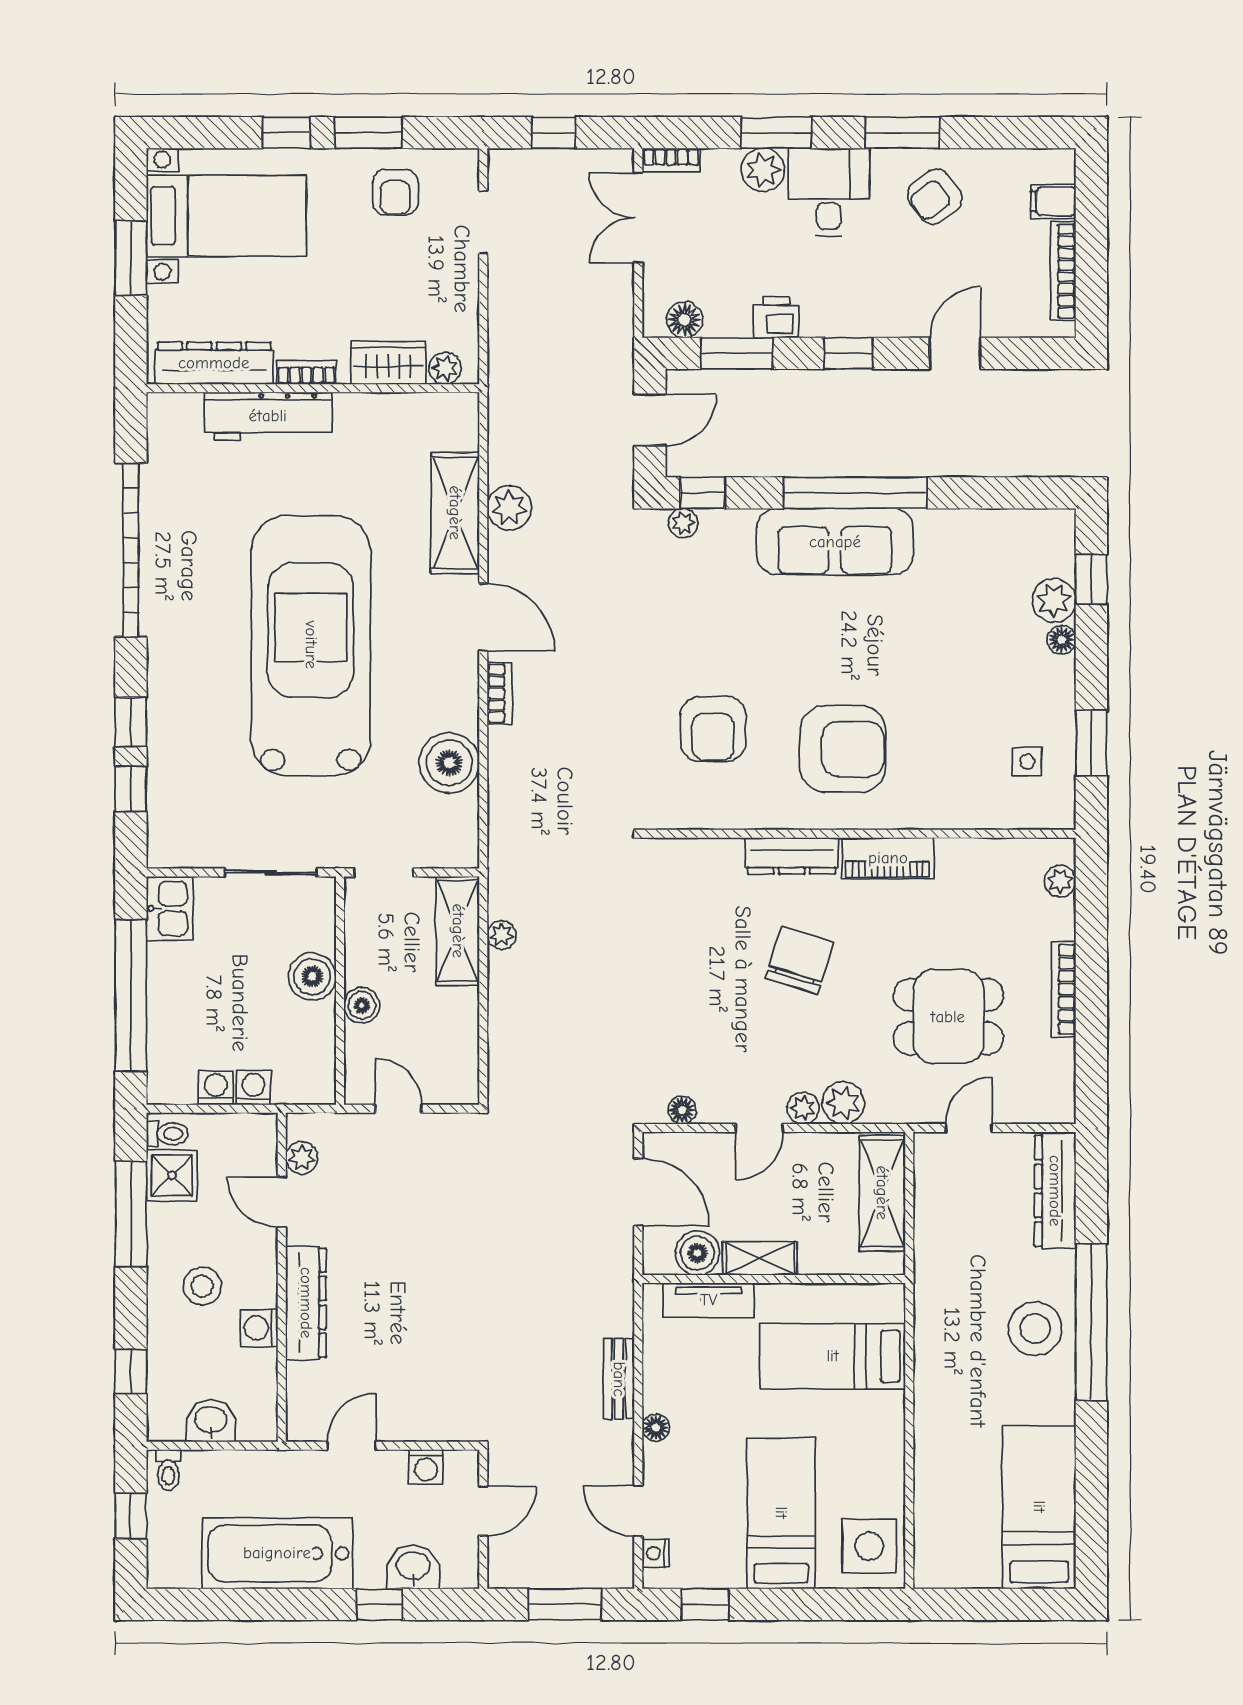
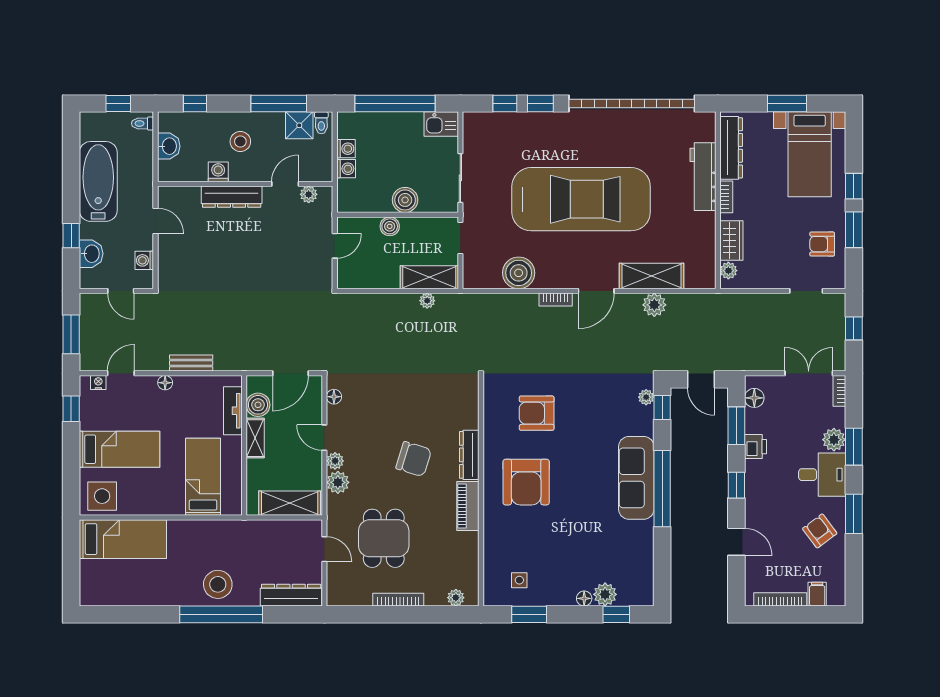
garage door: (131, 550) -> (632, 103), width x1.36
bed: (1039, 1507) -> (123, 539), moved

